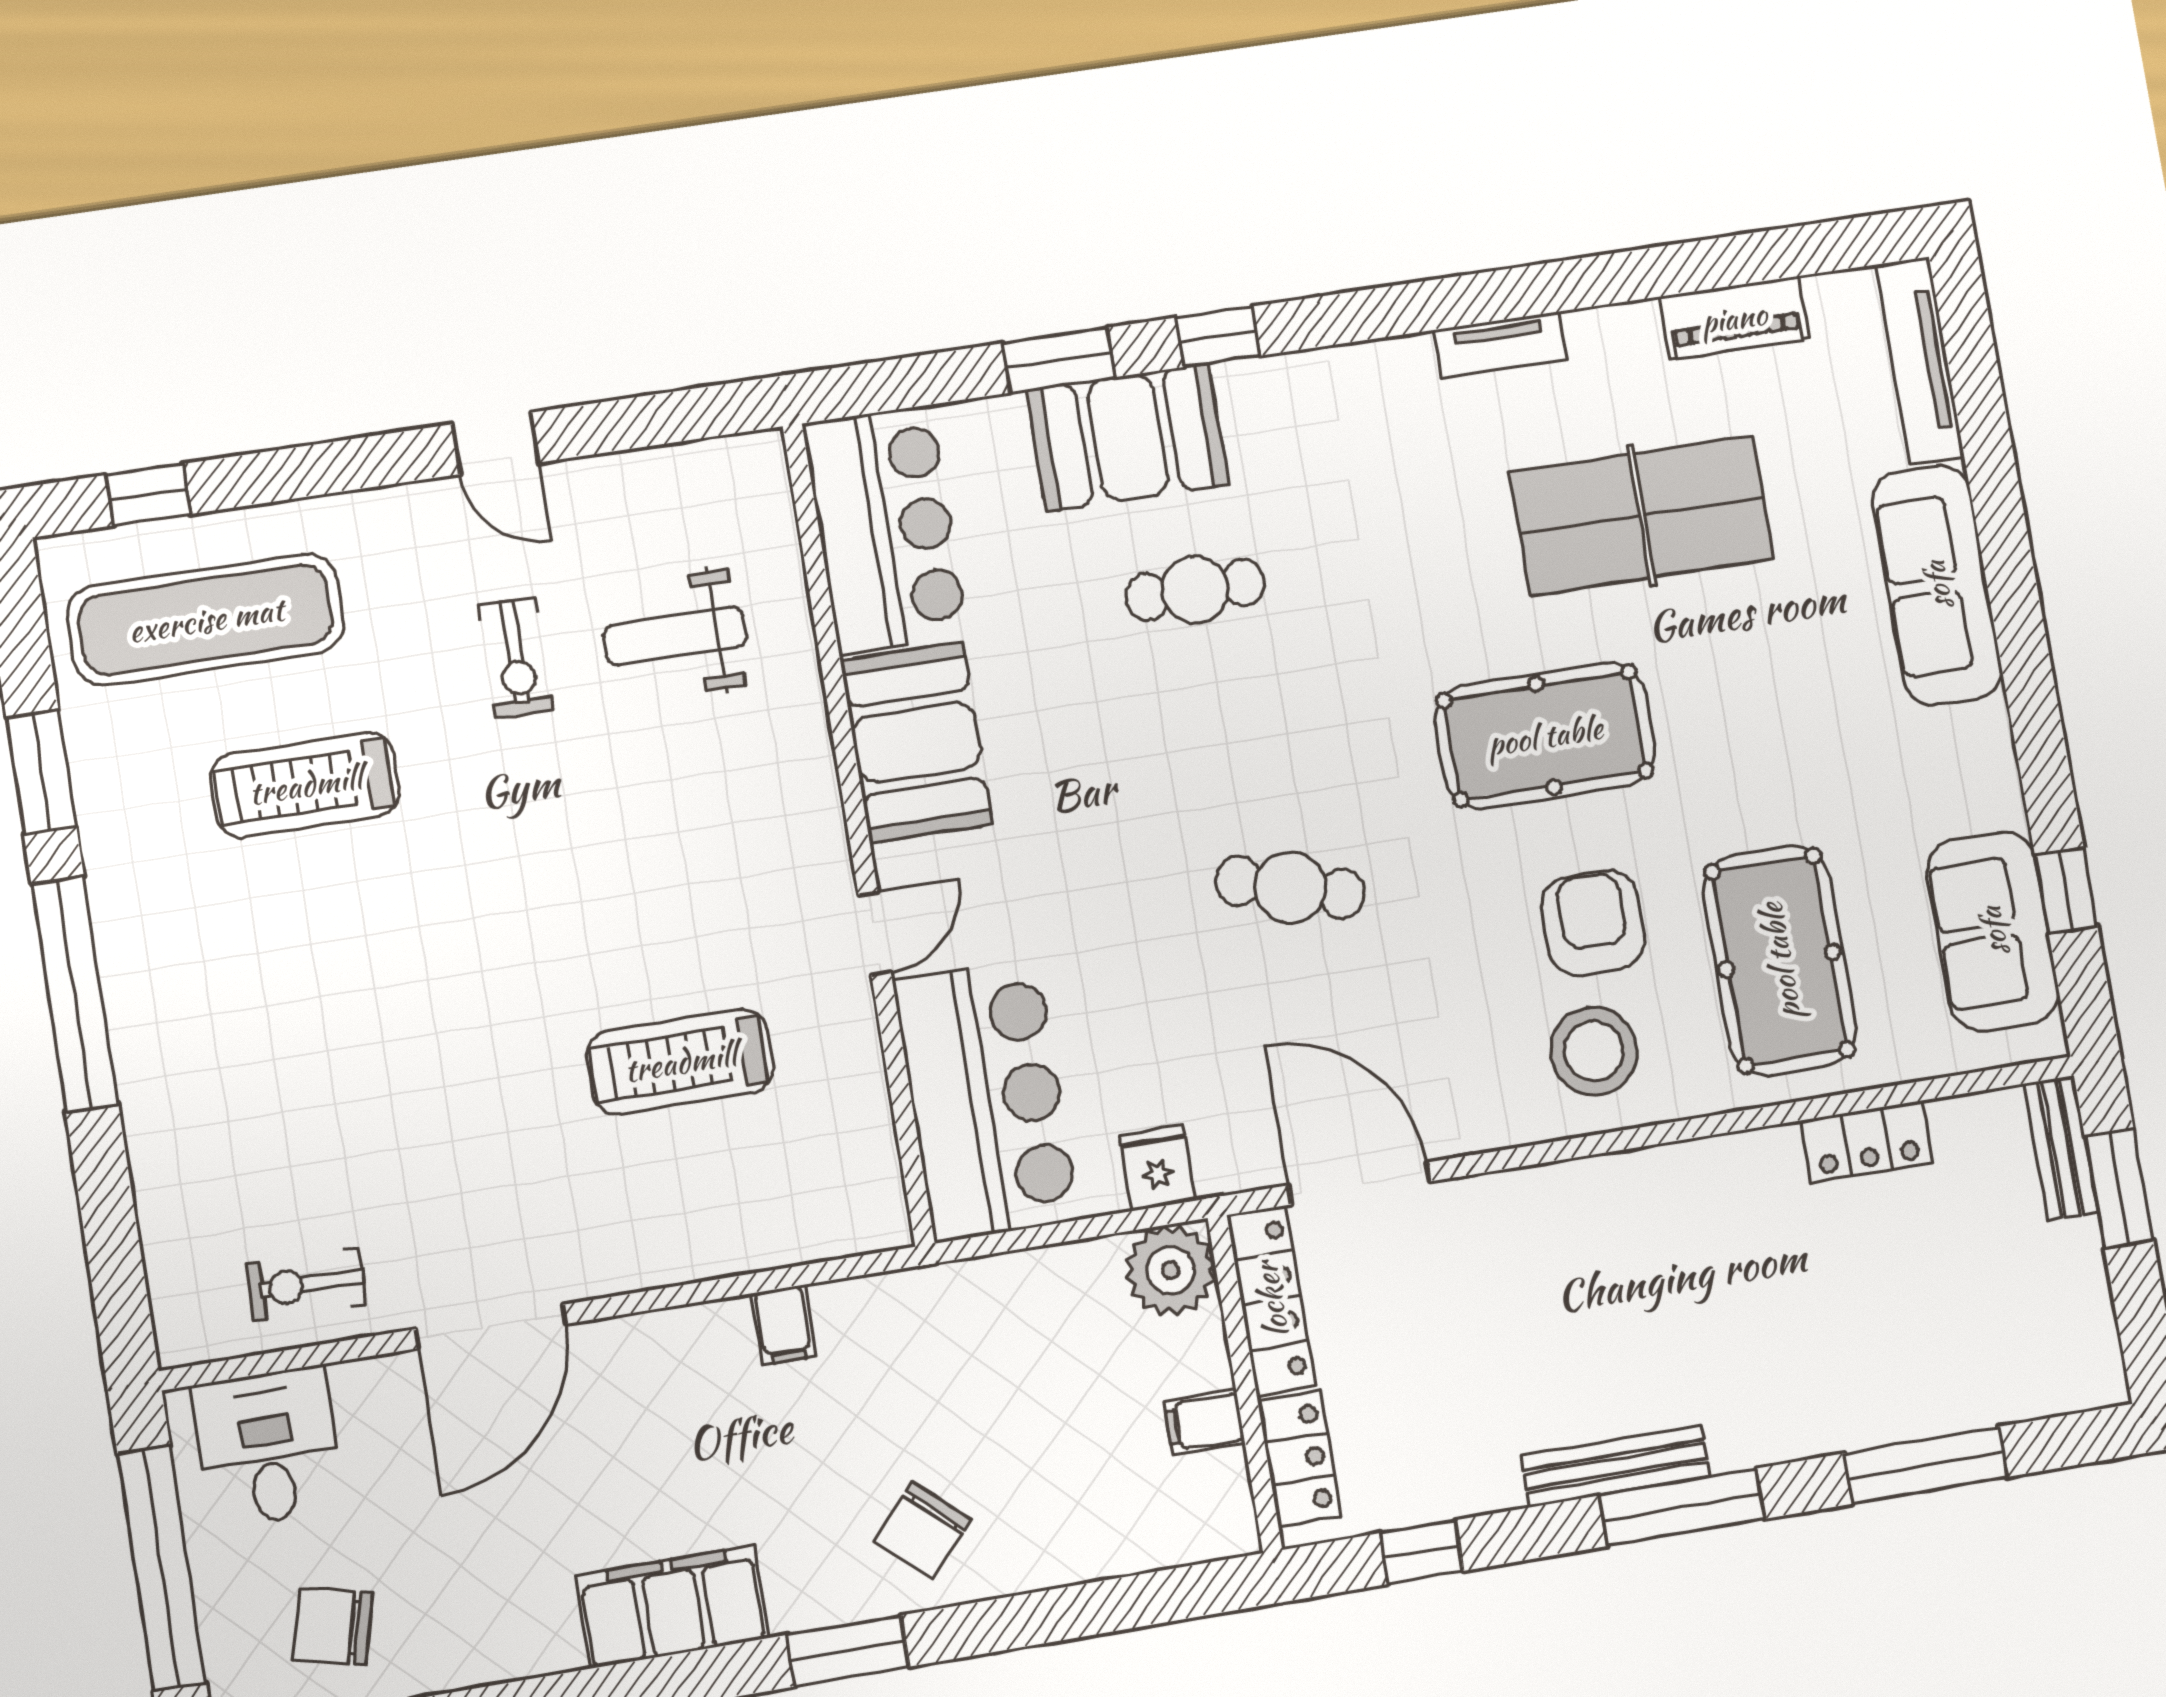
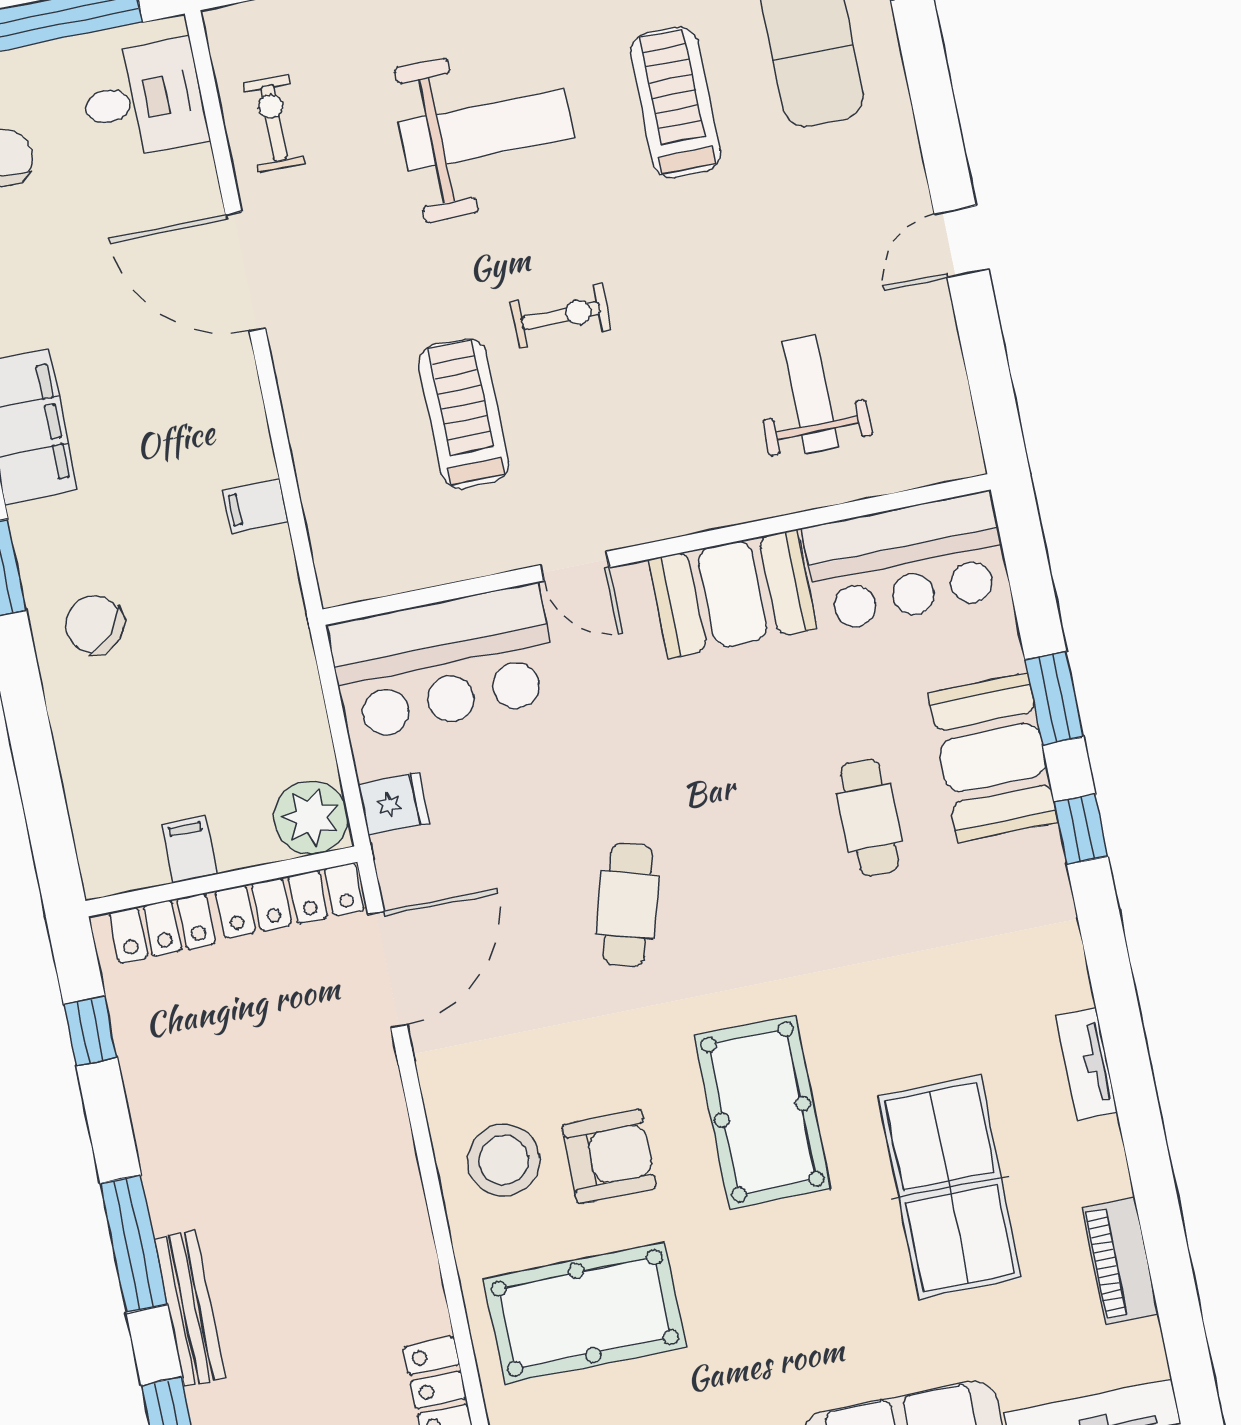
exercise bike: (516, 657) -> (561, 316), moved, turned 180
weight bench: (328, 1020) -> (486, 130), added
bench: (1615, 1466) -> (190, 1309), moved

